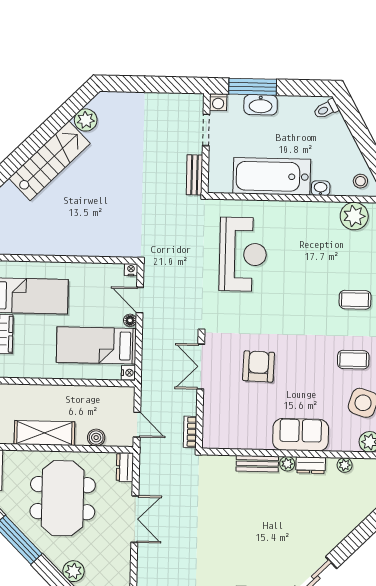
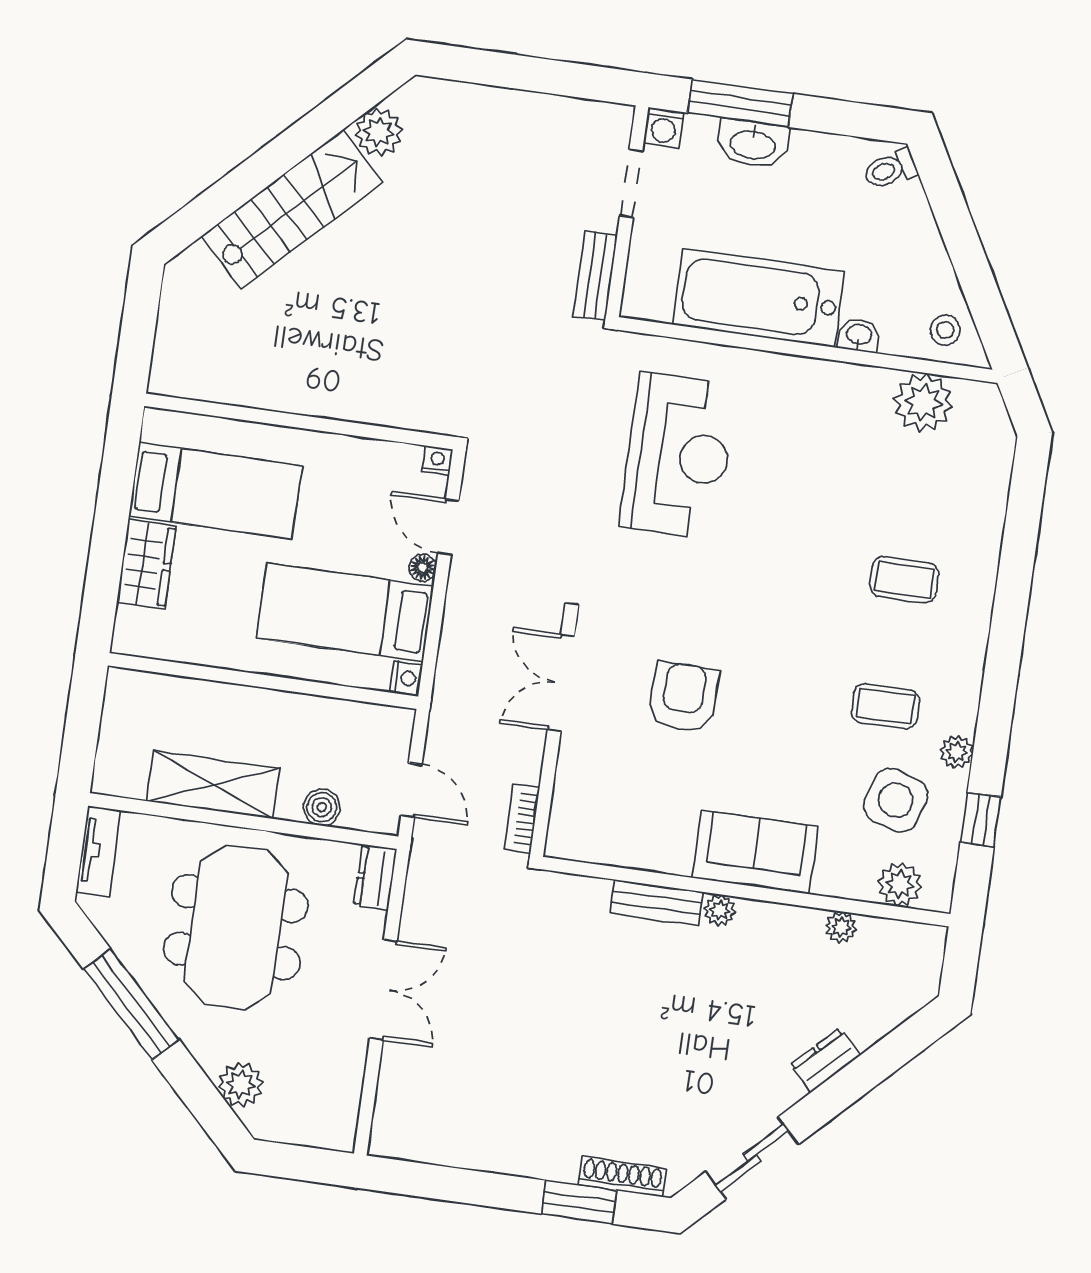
dresser: (311, 465) -> (825, 1060), moved, turned 135

